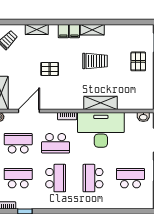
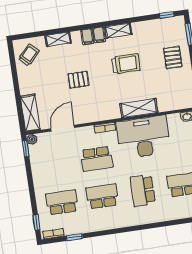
window: (139, 22) -> (167, 15), added
school desk: (18, 143) -> (56, 165), removed
school desk: (56, 178) -> (102, 196), turned -90

